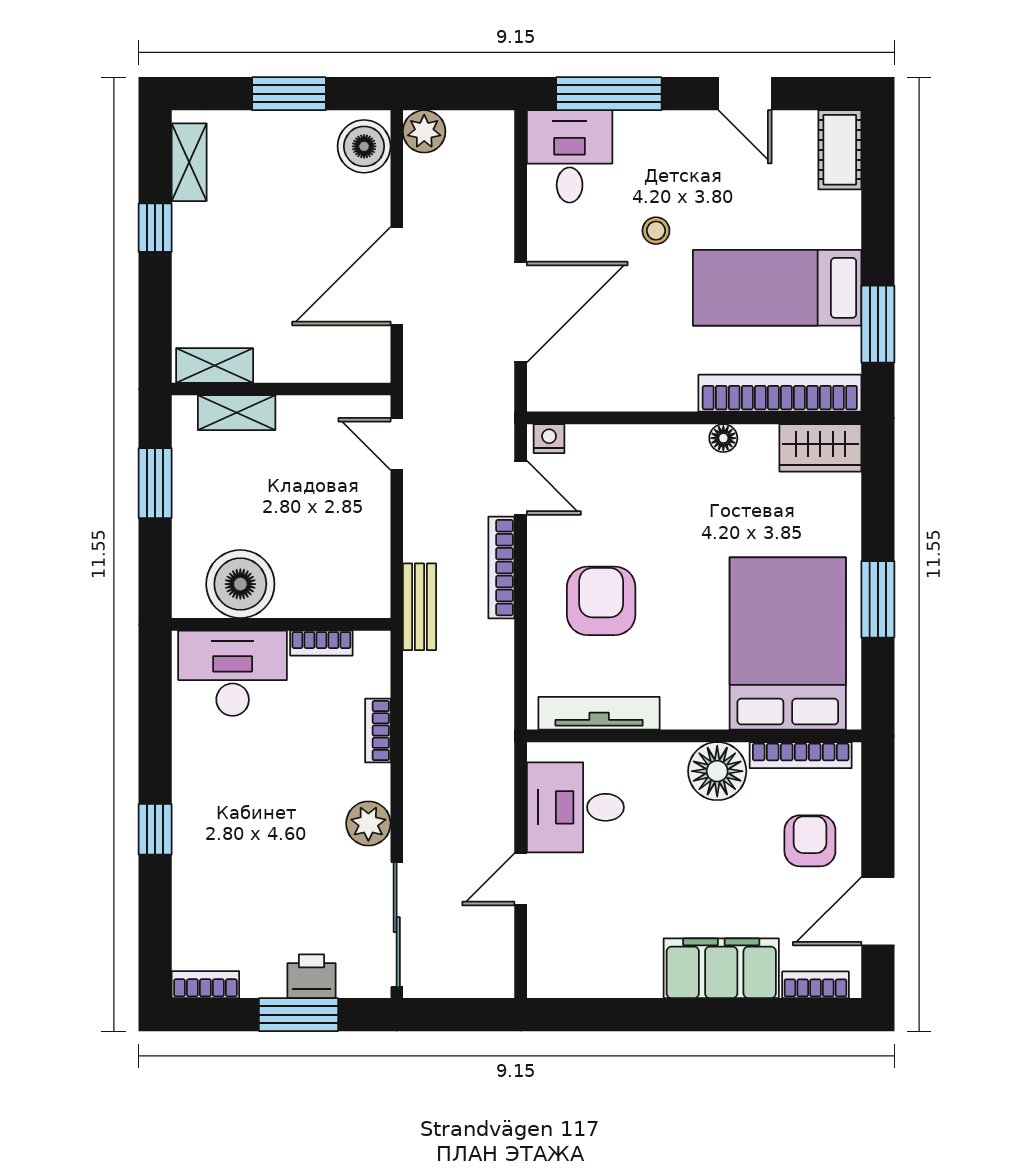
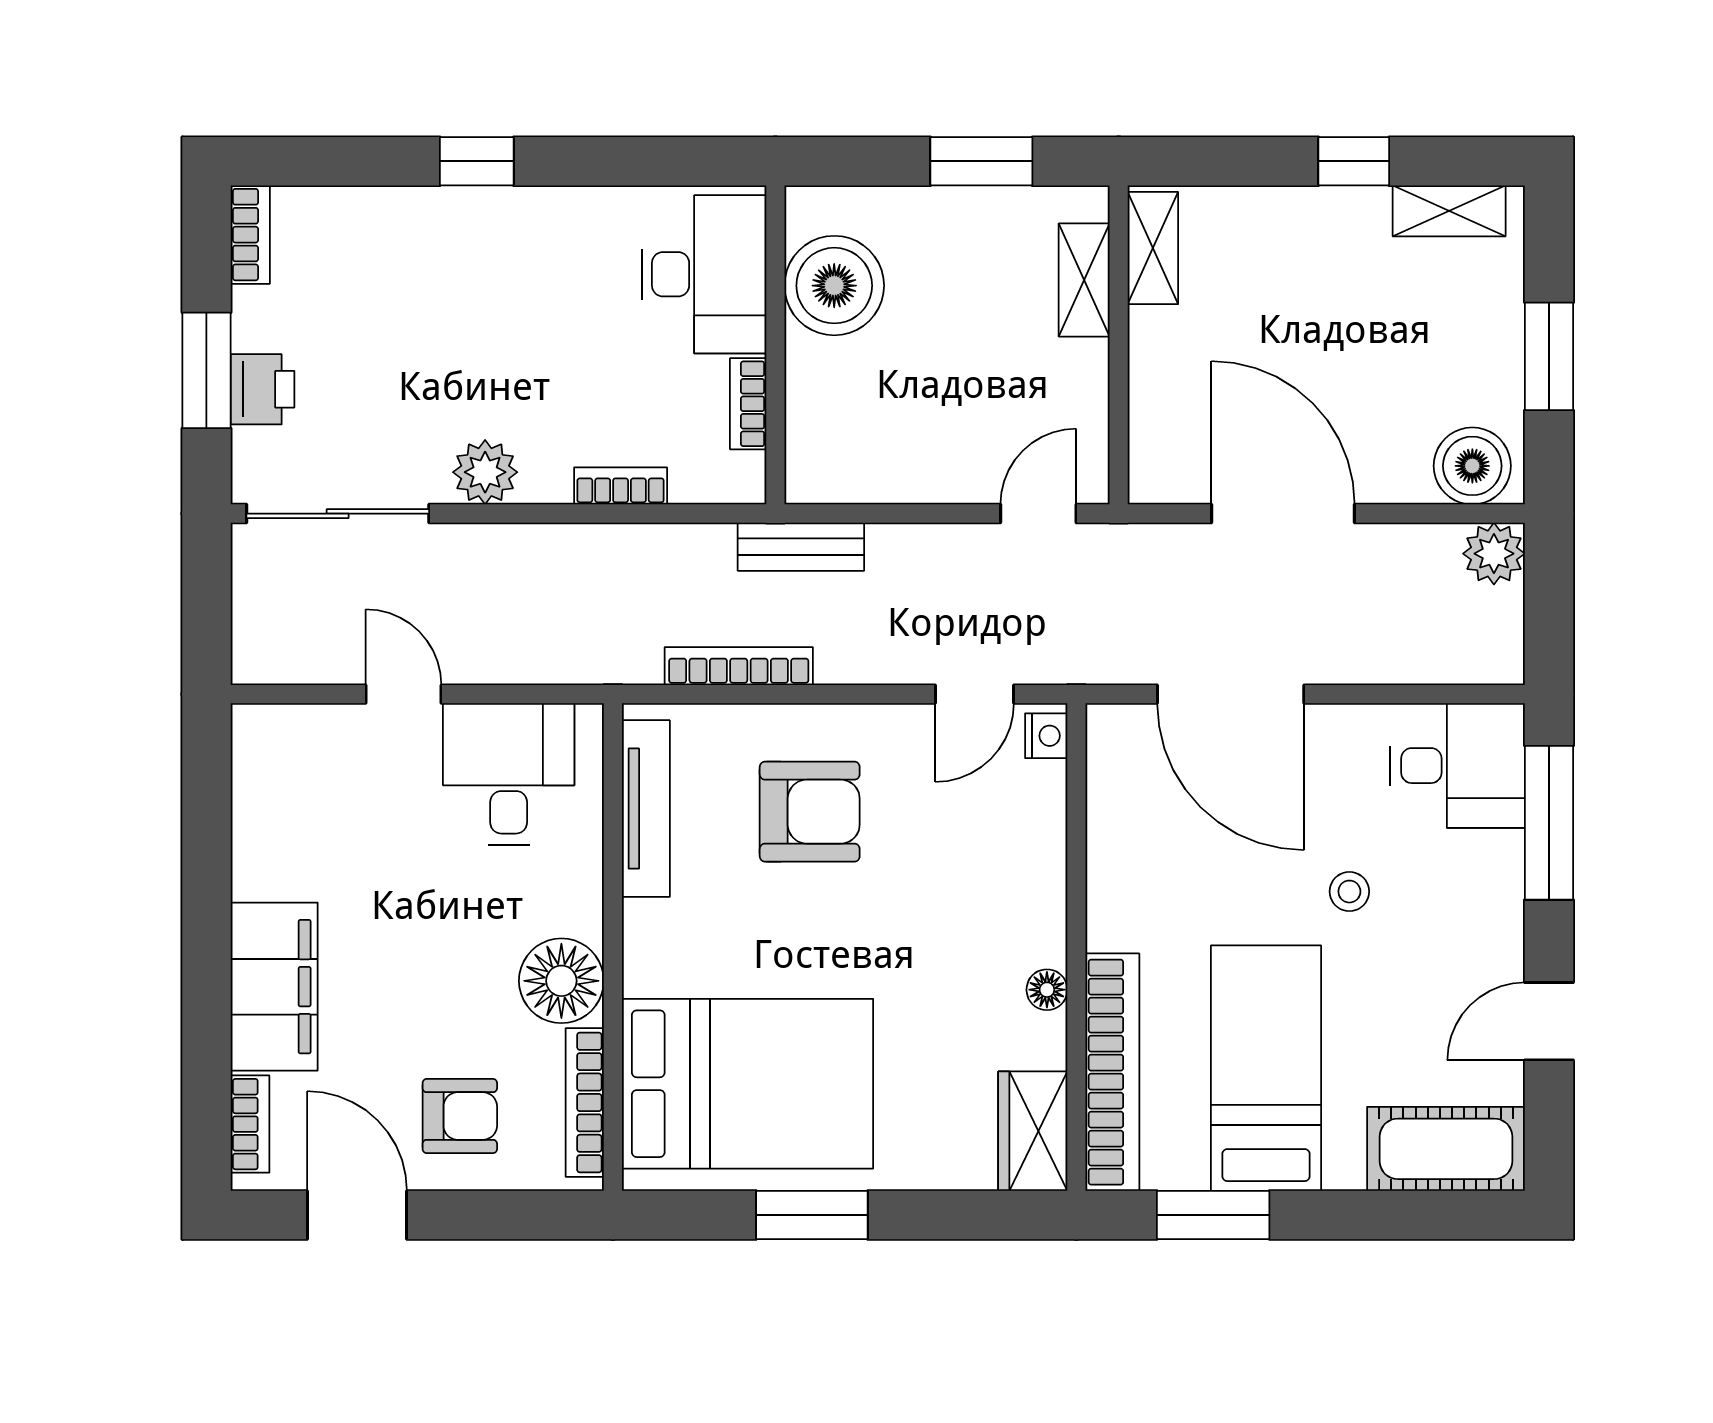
cot: (840, 150) -> (1446, 1149), width x1.37, depth x1.34
bookcase: (501, 568) -> (739, 666), moved

